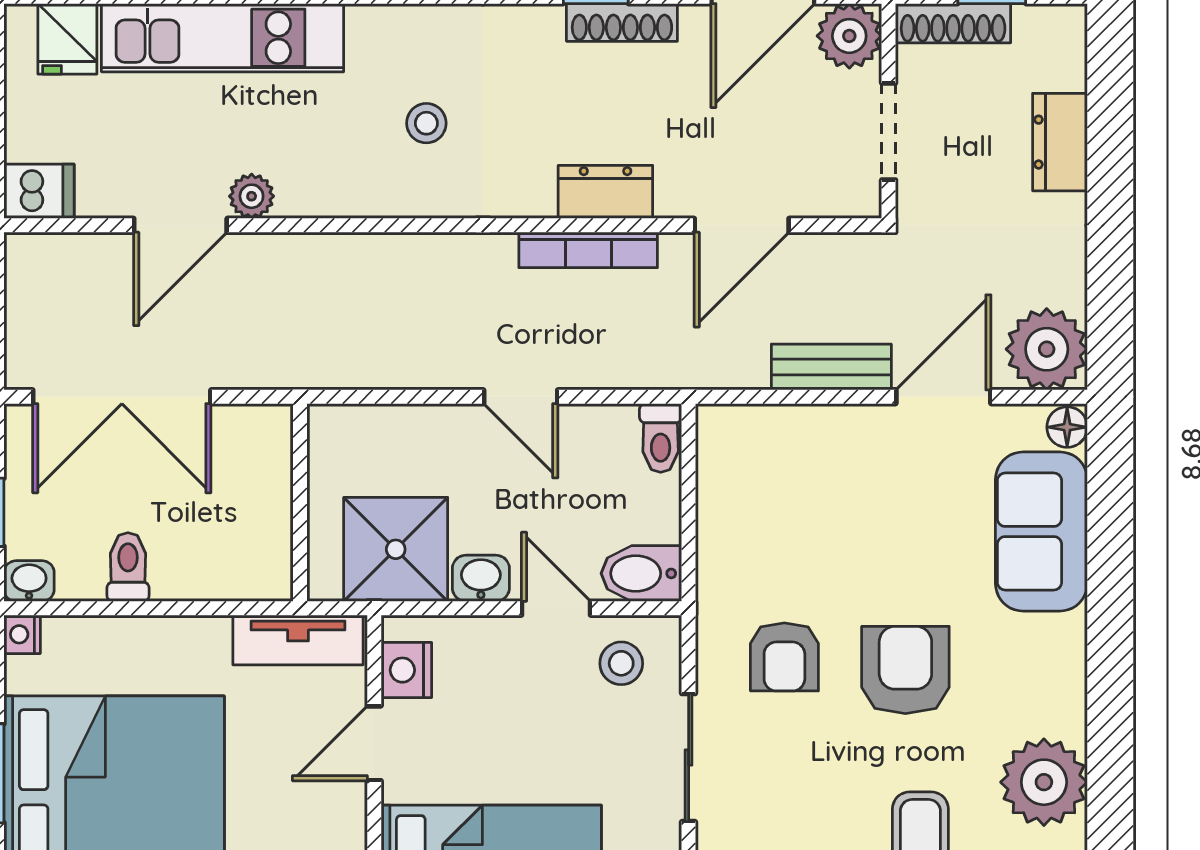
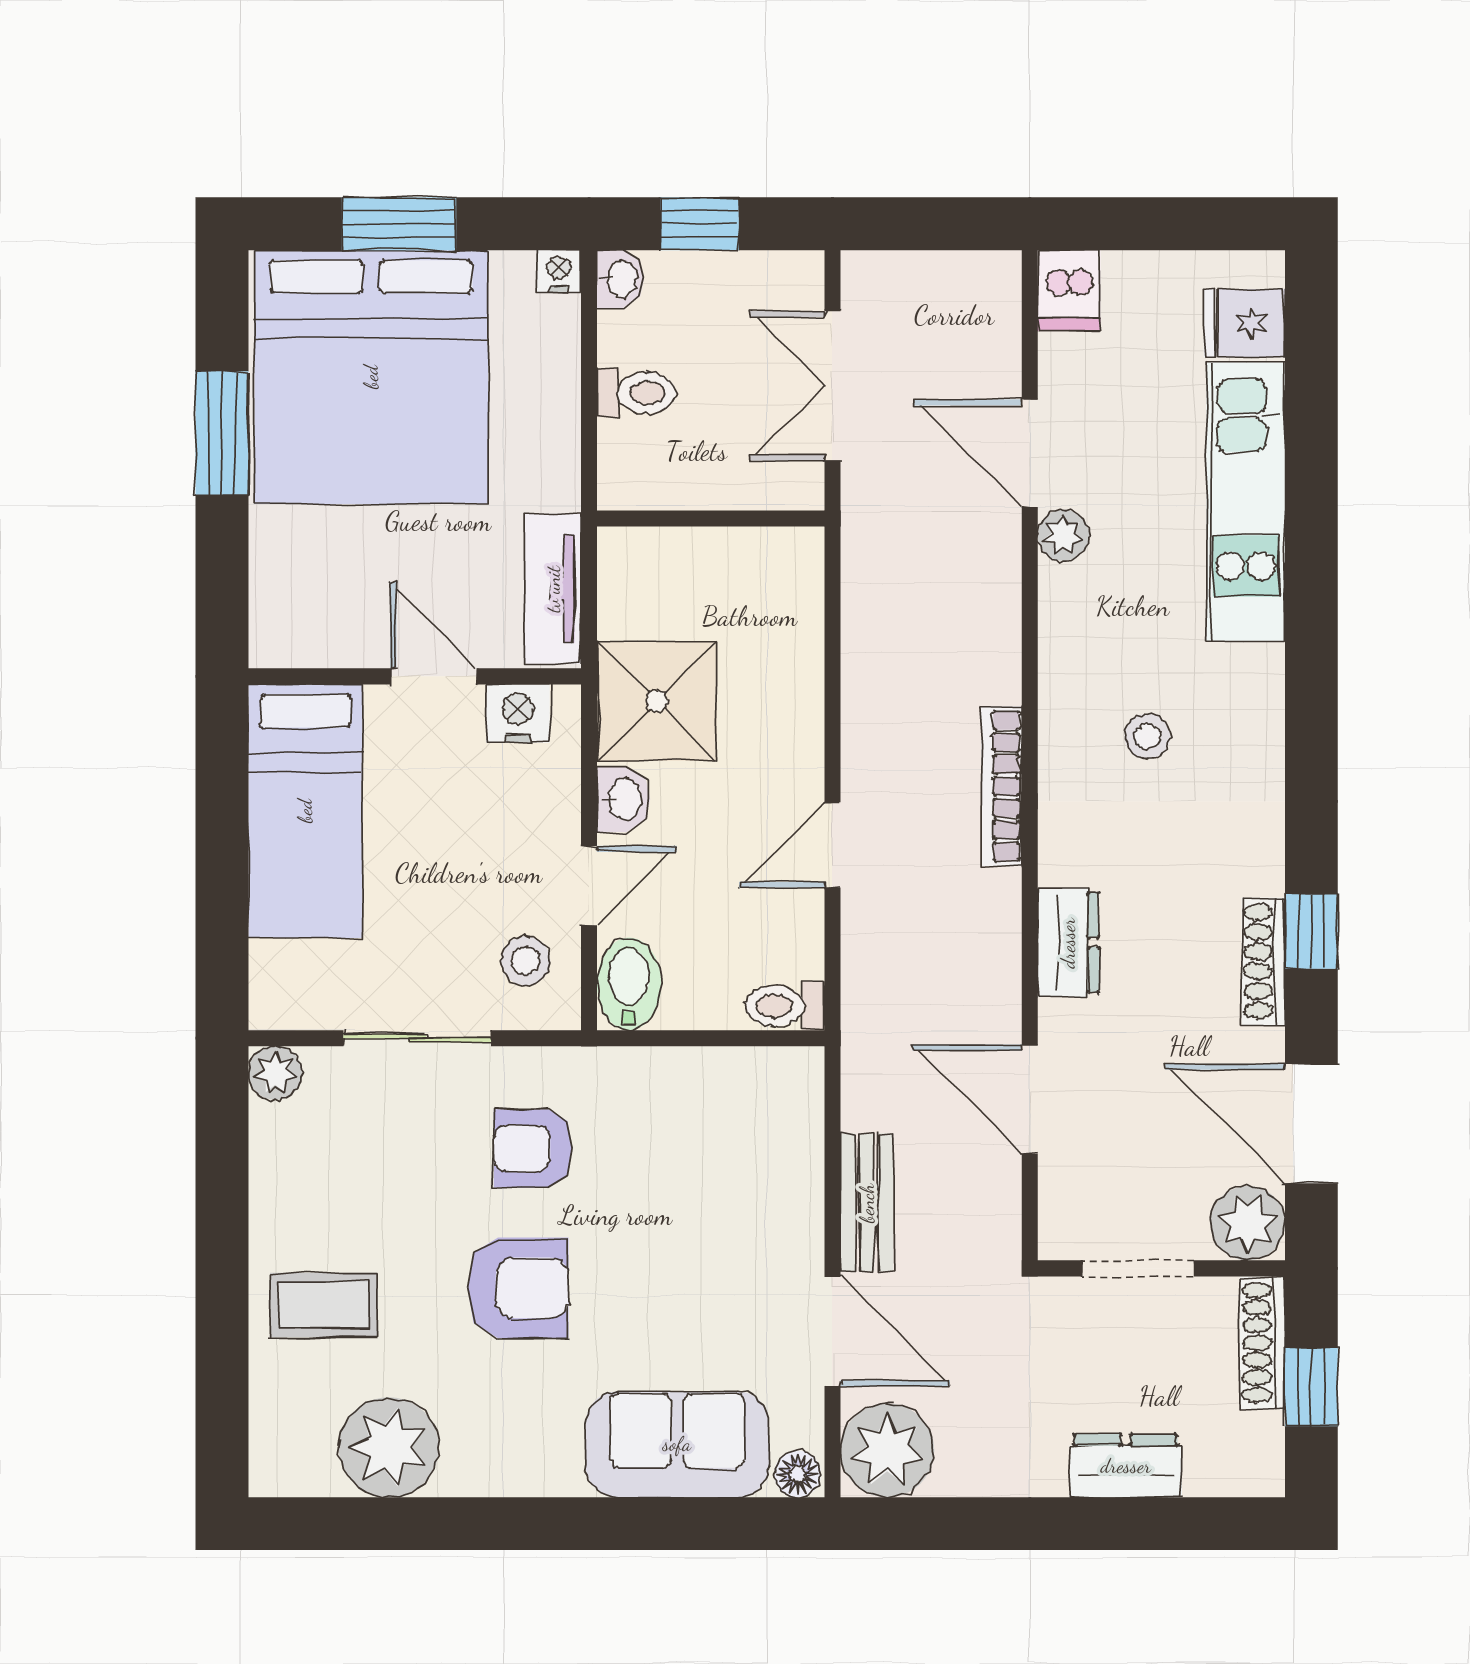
bookcase: (588, 250) -> (1002, 786), moved
double door: (122, 397) -> (832, 386), width x0.73
wall: (300, 502) -> (711, 518), moved

